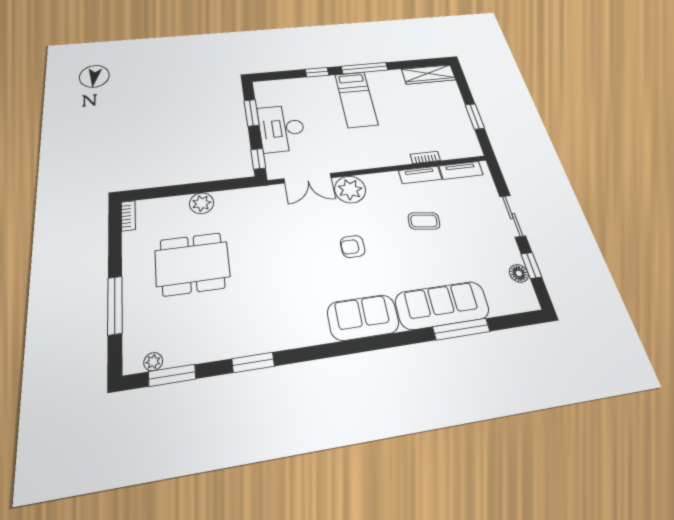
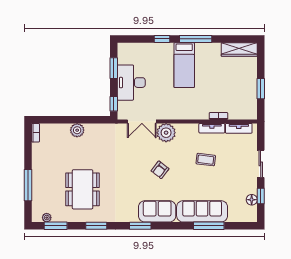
armchair: (353, 247) -> (160, 170), turned -52
dining table: (192, 264) -> (83, 189), moved, turned 90
window: (337, 349) -> (140, 226), added

